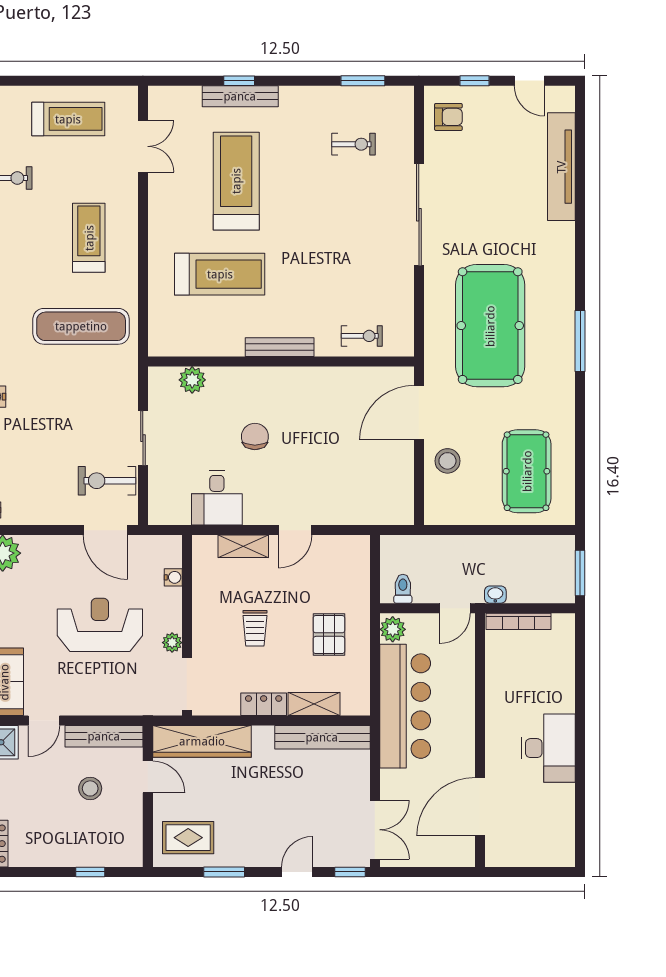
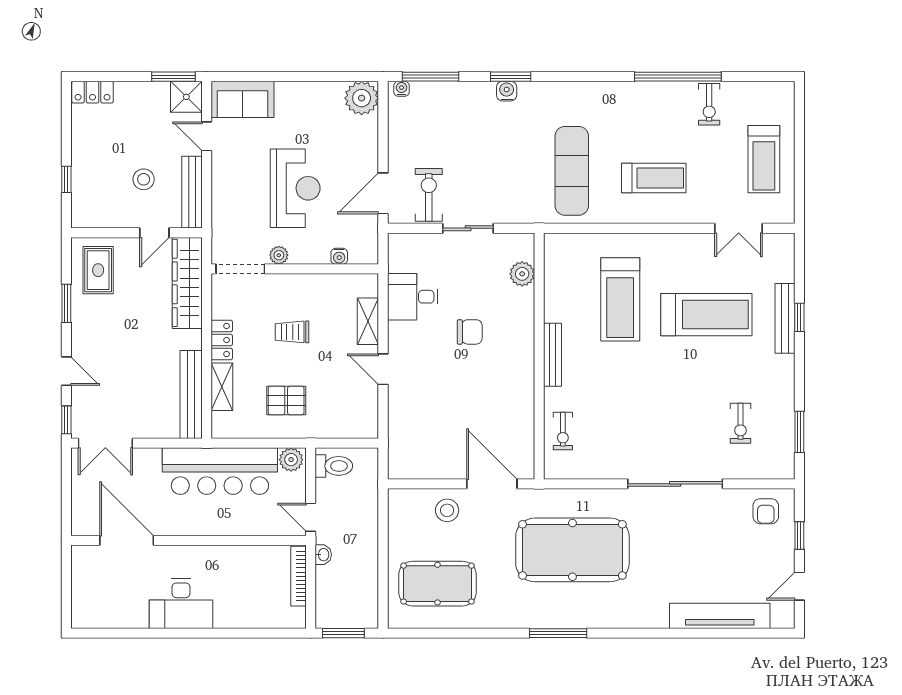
toilet: (403, 589) -> (334, 466), width x1.37, depth x1.39

